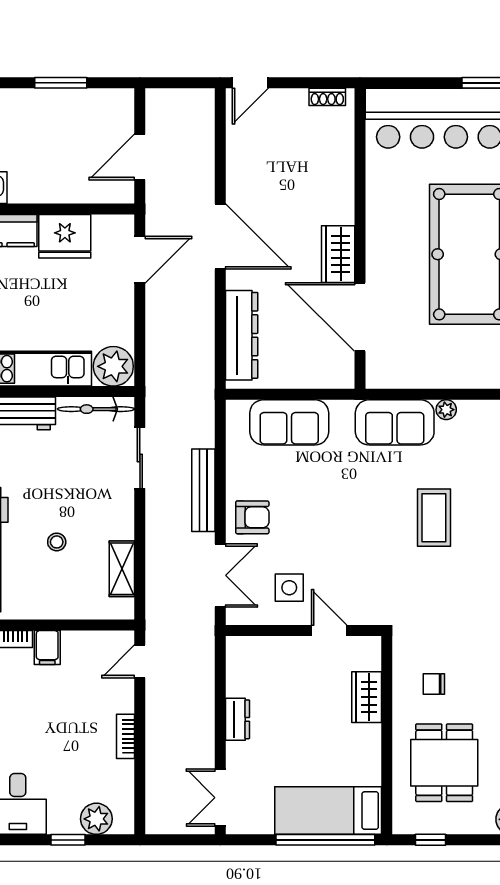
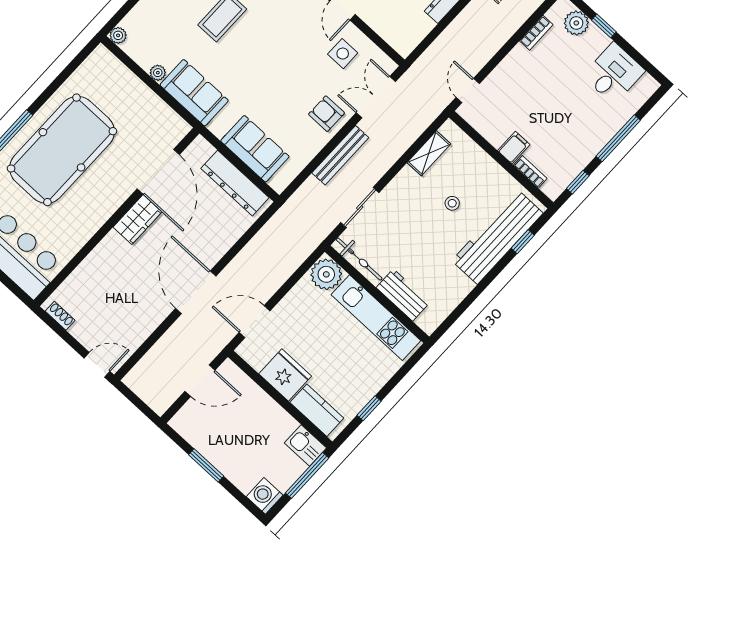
dresser: (242, 335) -> (235, 183), moved, turned -90
door: (140, 661) -> (468, 90), swing flipped
bookcase: (126, 736) -> (536, 33), moved

